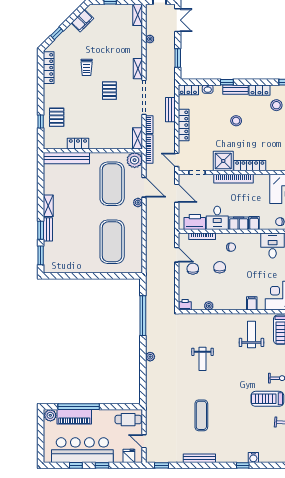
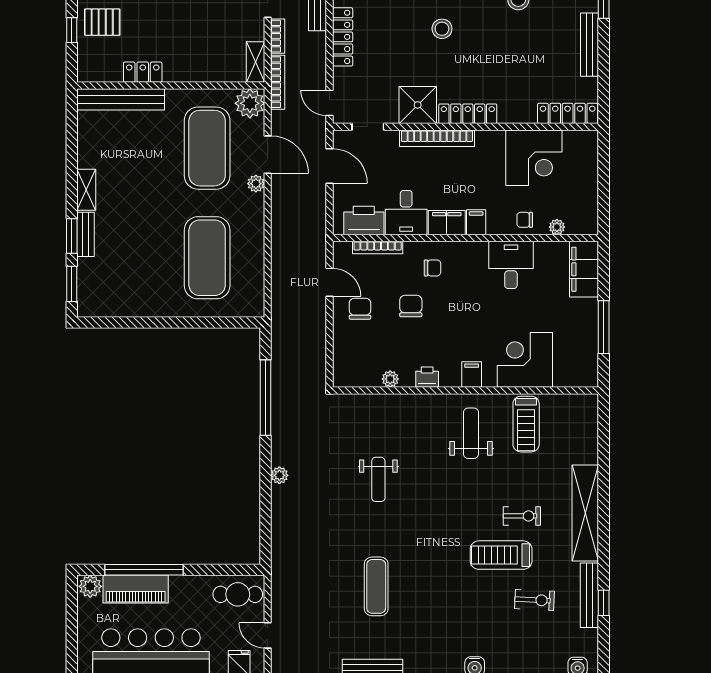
pallet: (57, 117) -> (102, 22), turned 90
printer: (185, 305) -> (427, 377), moved

